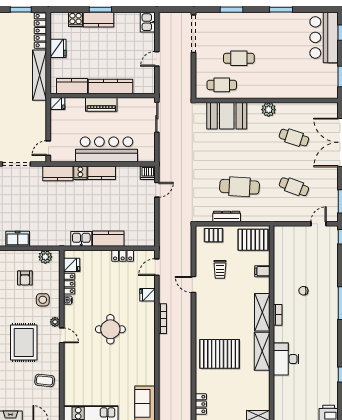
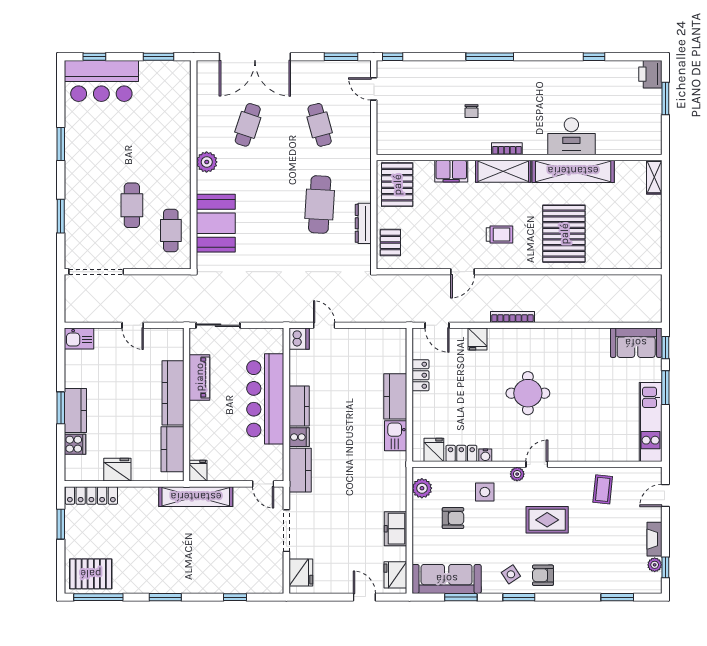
shelving: (40, 75) -> (196, 497), moved
piano: (101, 104) -> (199, 377), moved
cafe table: (294, 187) -> (320, 125), turned -36
trolley: (220, 269) -> (500, 234), moved
filing cabinet: (262, 271) -> (451, 171), width x2.00
rug: (24, 342) -> (547, 520), width x0.73, depth x0.70
shelving: (262, 351) -> (573, 171), width x1.47
locker: (201, 404) -> (637, 261), removed

